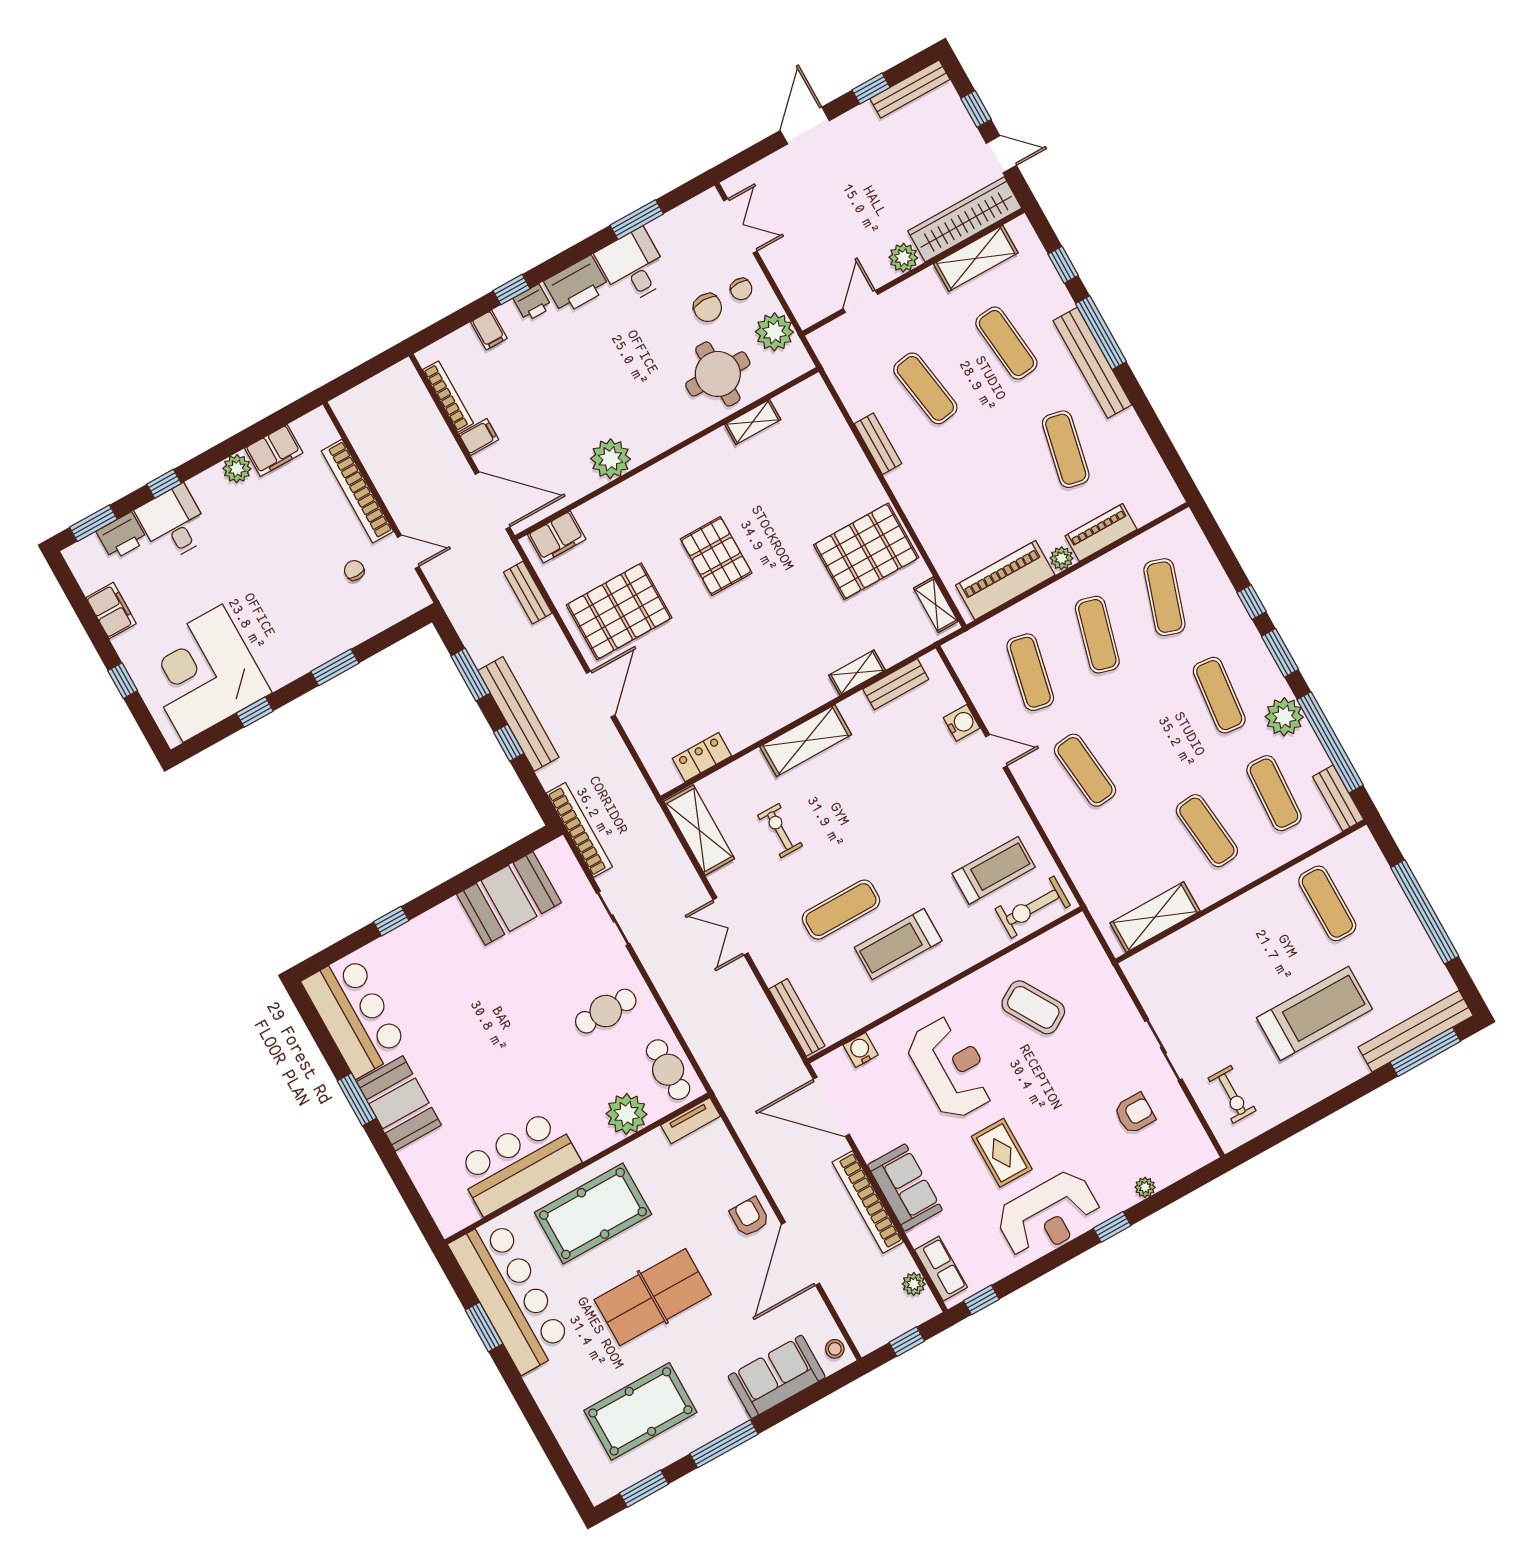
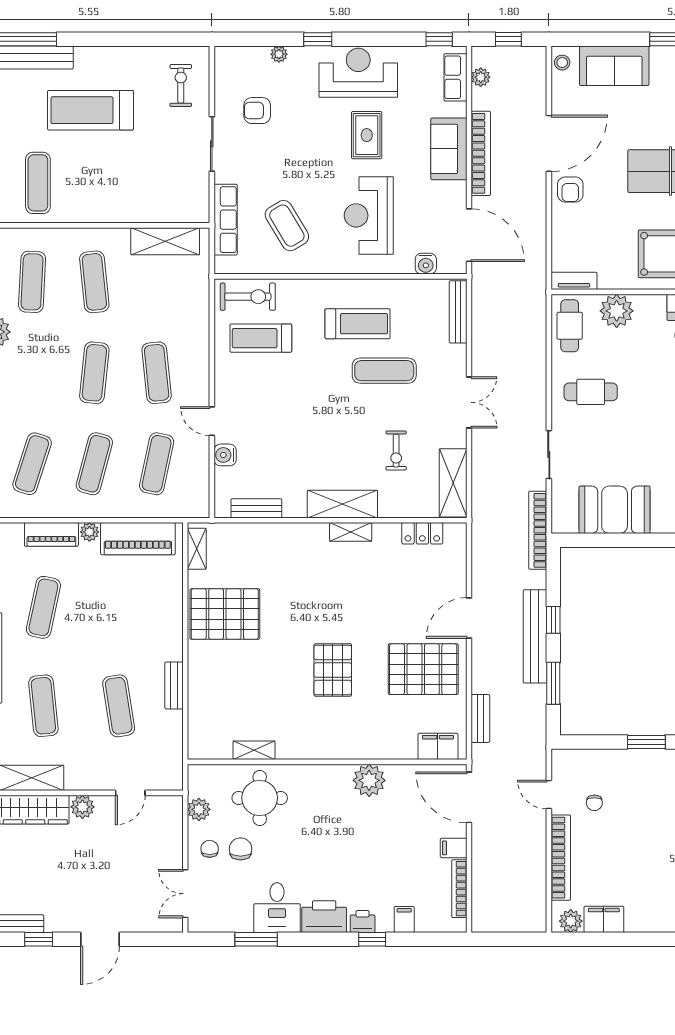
plant: (774, 332) -> (199, 809), width x0.73, depth x0.73
plant: (237, 469) -> (571, 921), moved
shelving: (857, 673) -> (351, 532), moved
exercise mat: (1219, 695) -> (94, 373), moved
row of seats: (1103, 977) -> (226, 220), added

